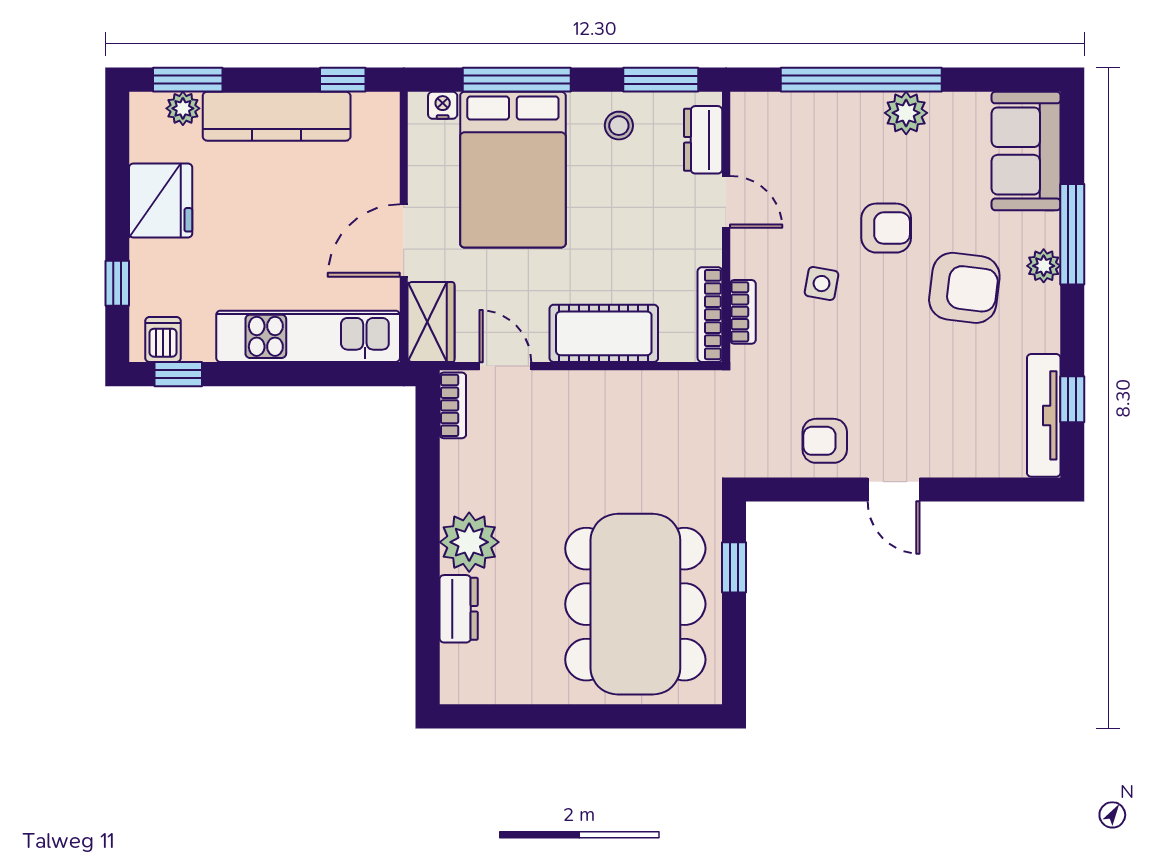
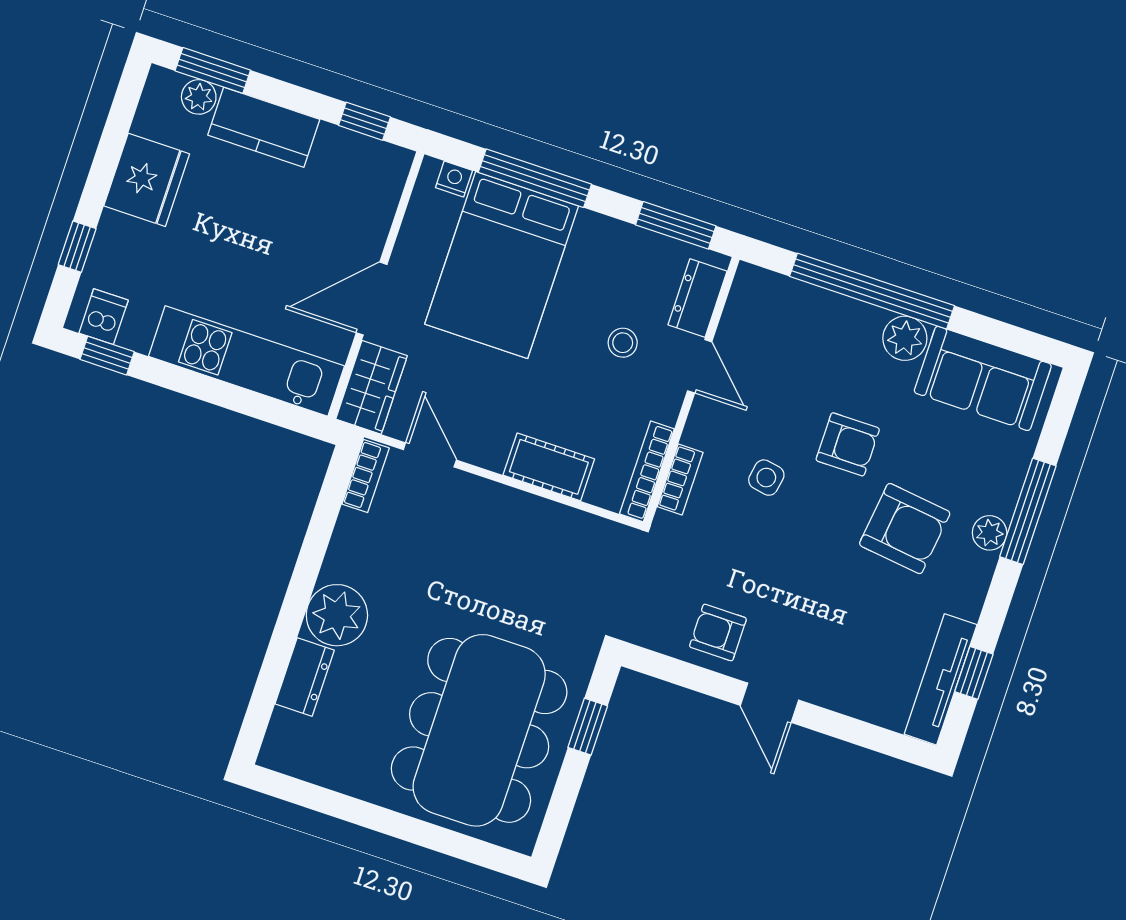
kitchen counter: (277, 116) -> (264, 127), width x0.67
stool: (619, 126) -> (623, 343), moved
sofa: (1026, 151) -> (983, 378), moved, turned -90
cot: (604, 333) -> (549, 467), width x0.73, depth x0.75

